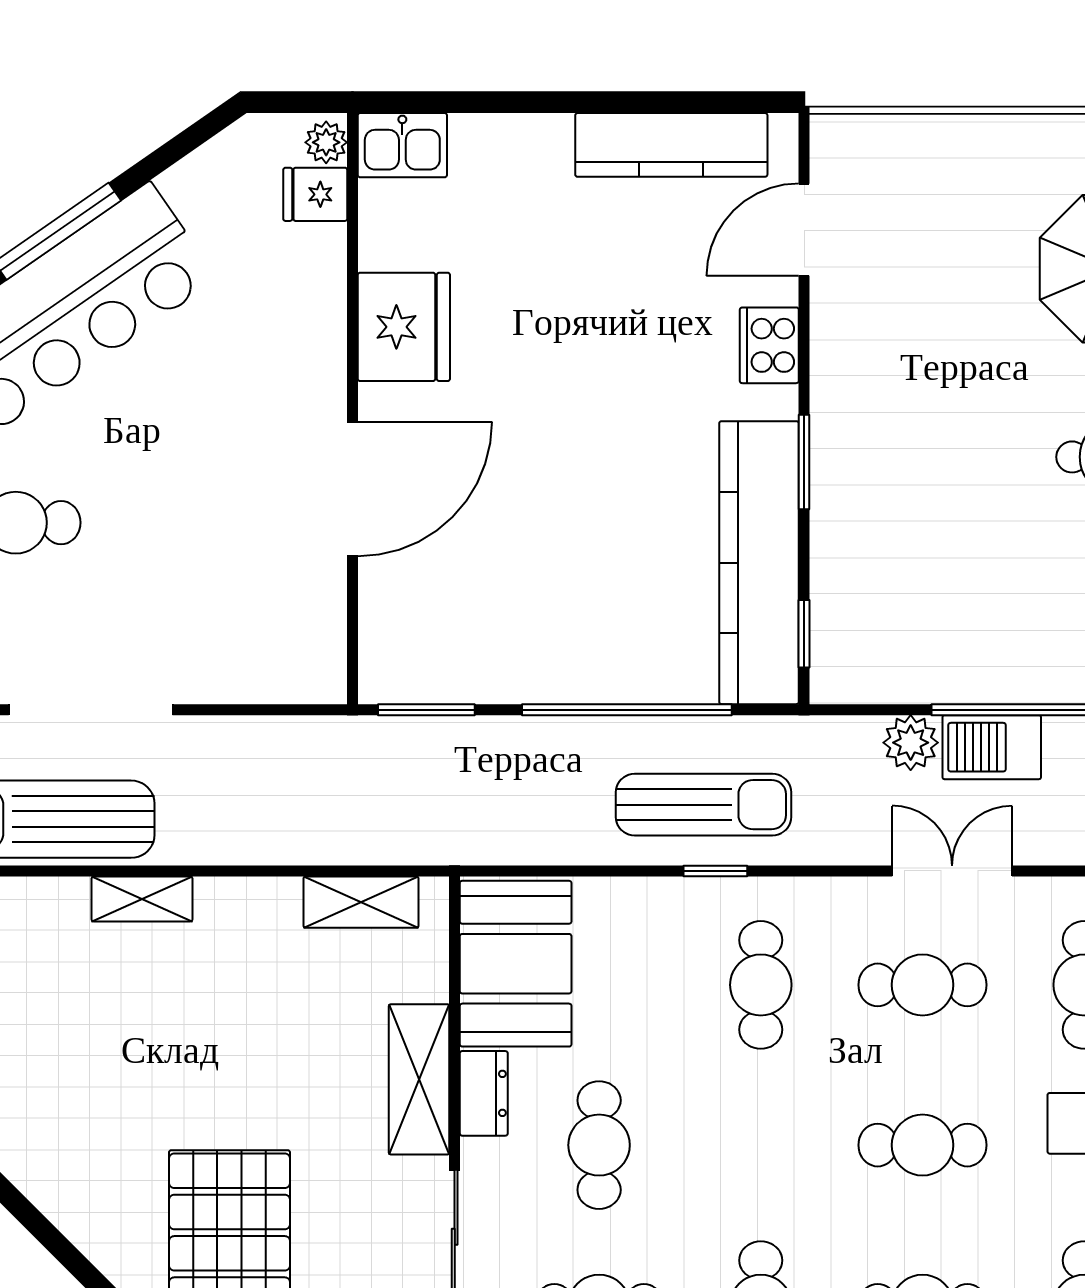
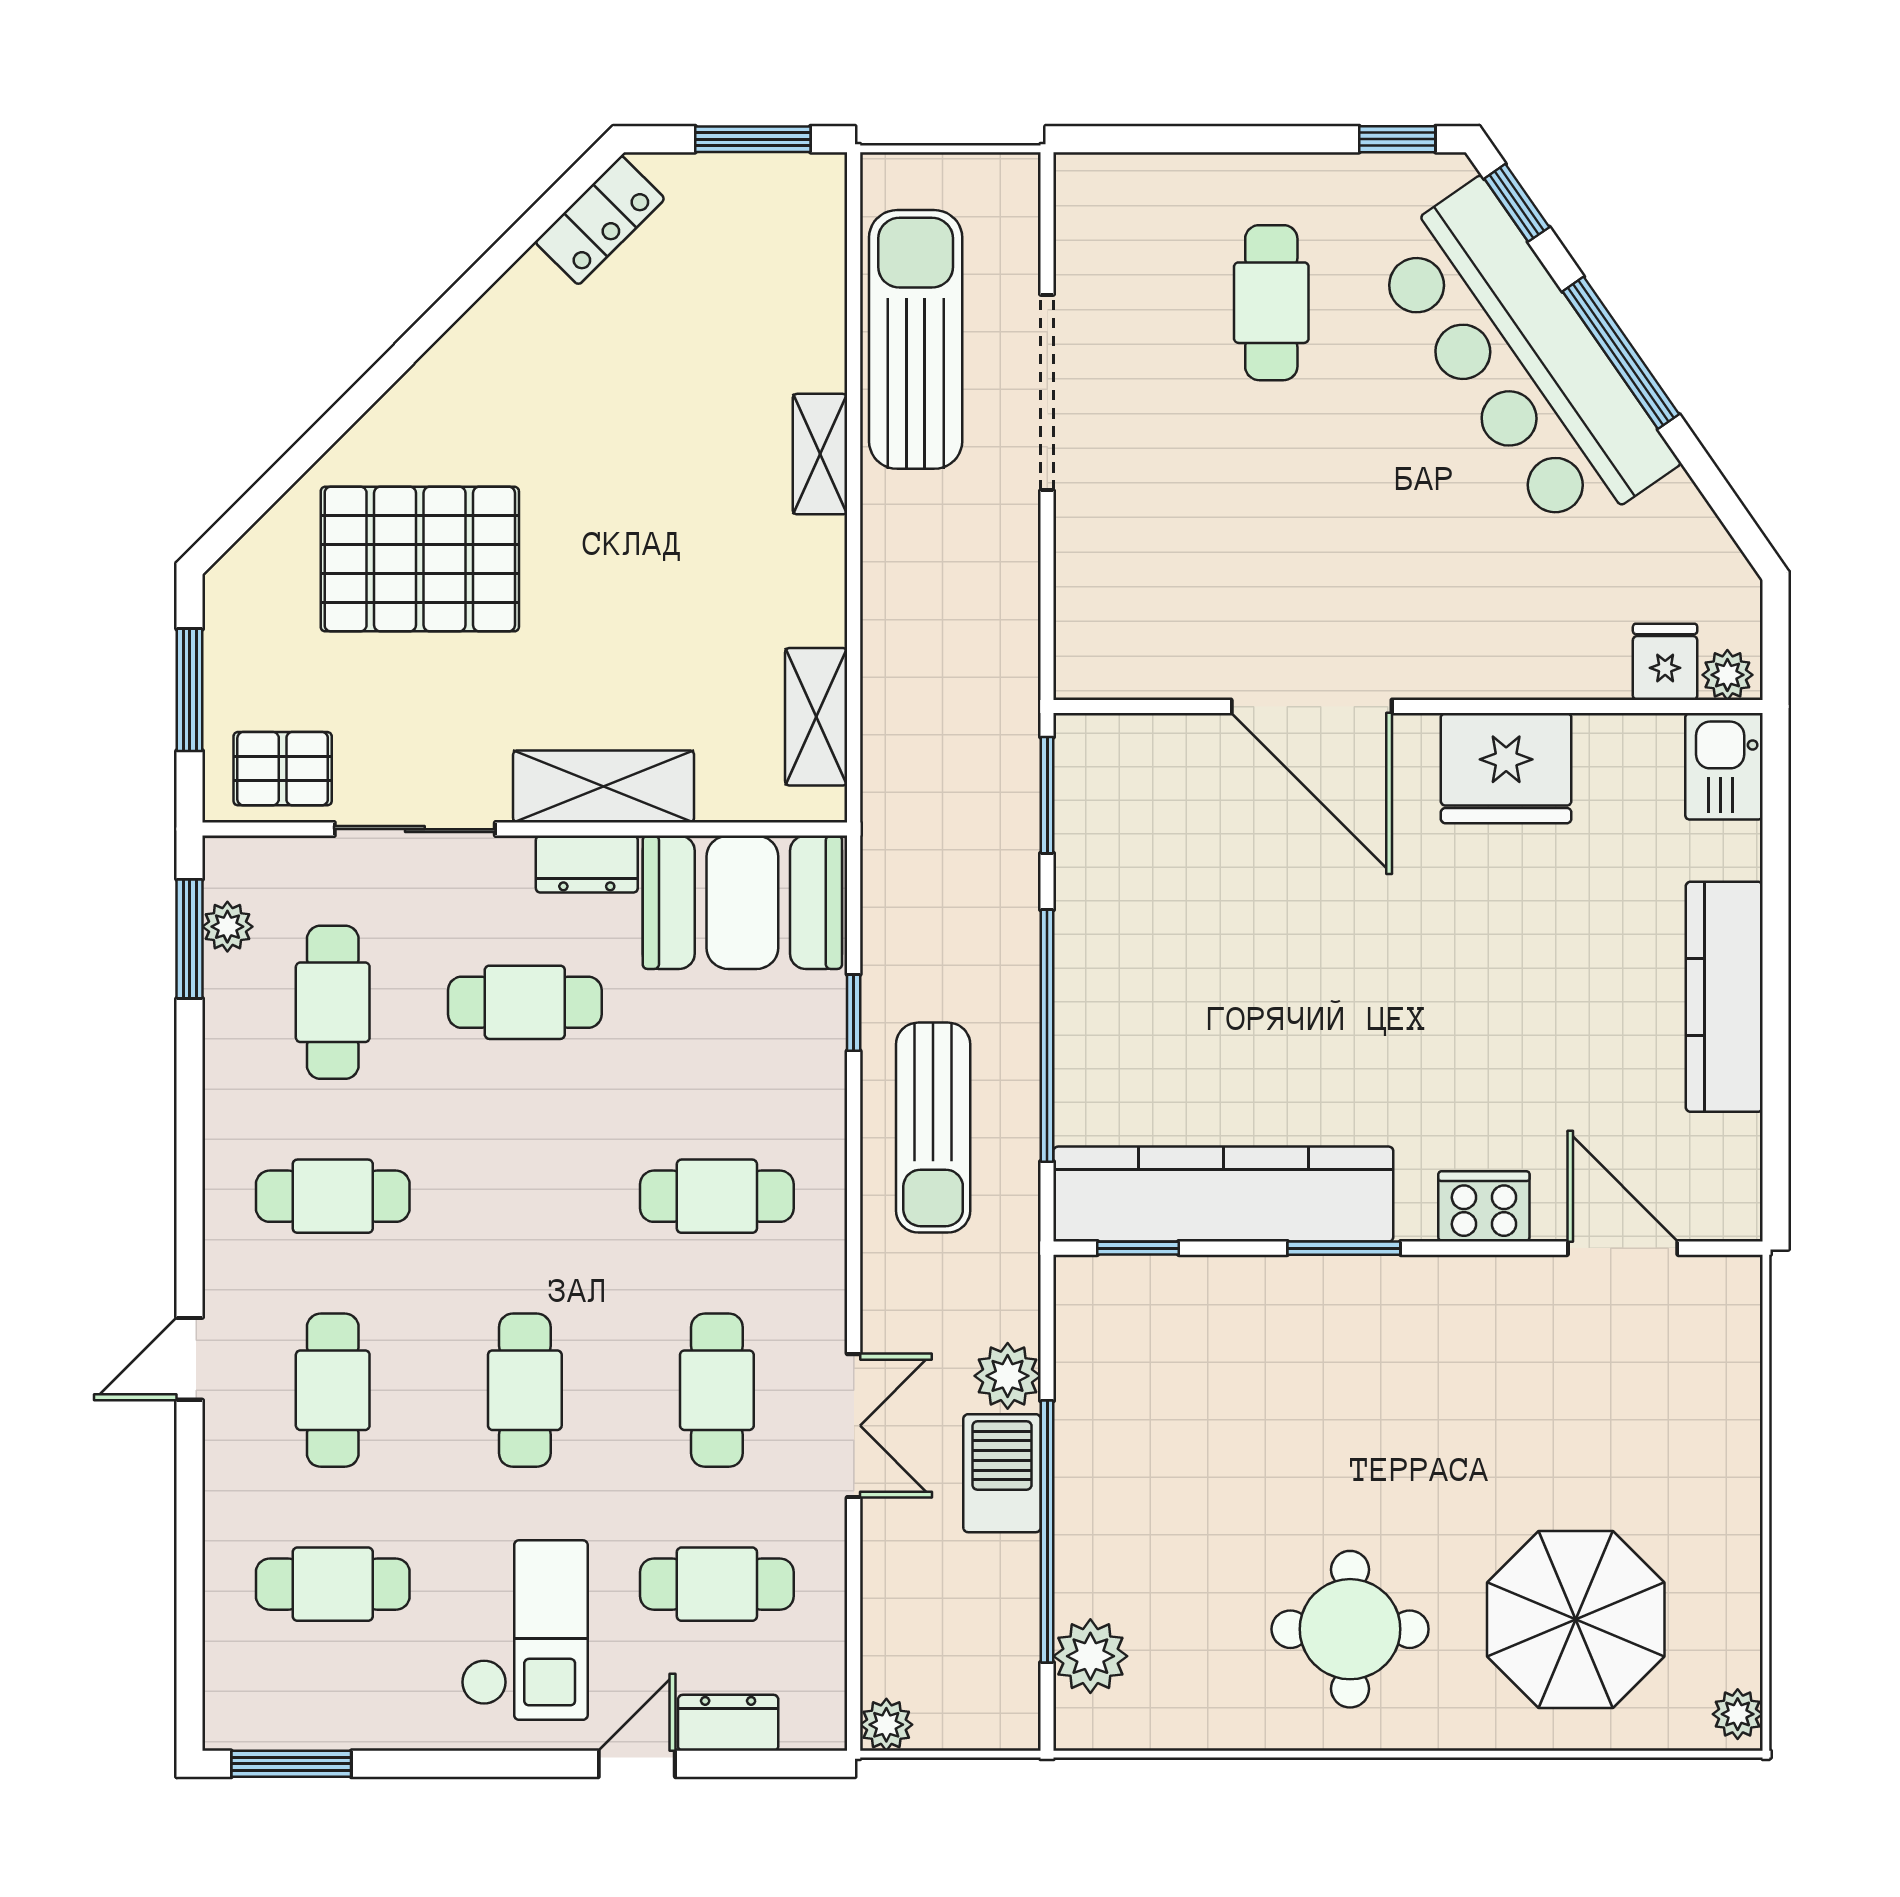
kitchen counter: (671, 145) -> (1724, 997), moved
window: (715, 871) -> (854, 1013), moved

